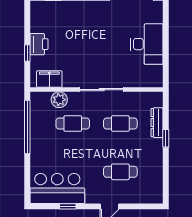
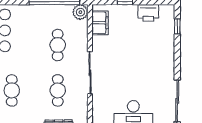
printer: (39, 44) -> (148, 13), moved
plant: (59, 100) -> (80, 12), moved

